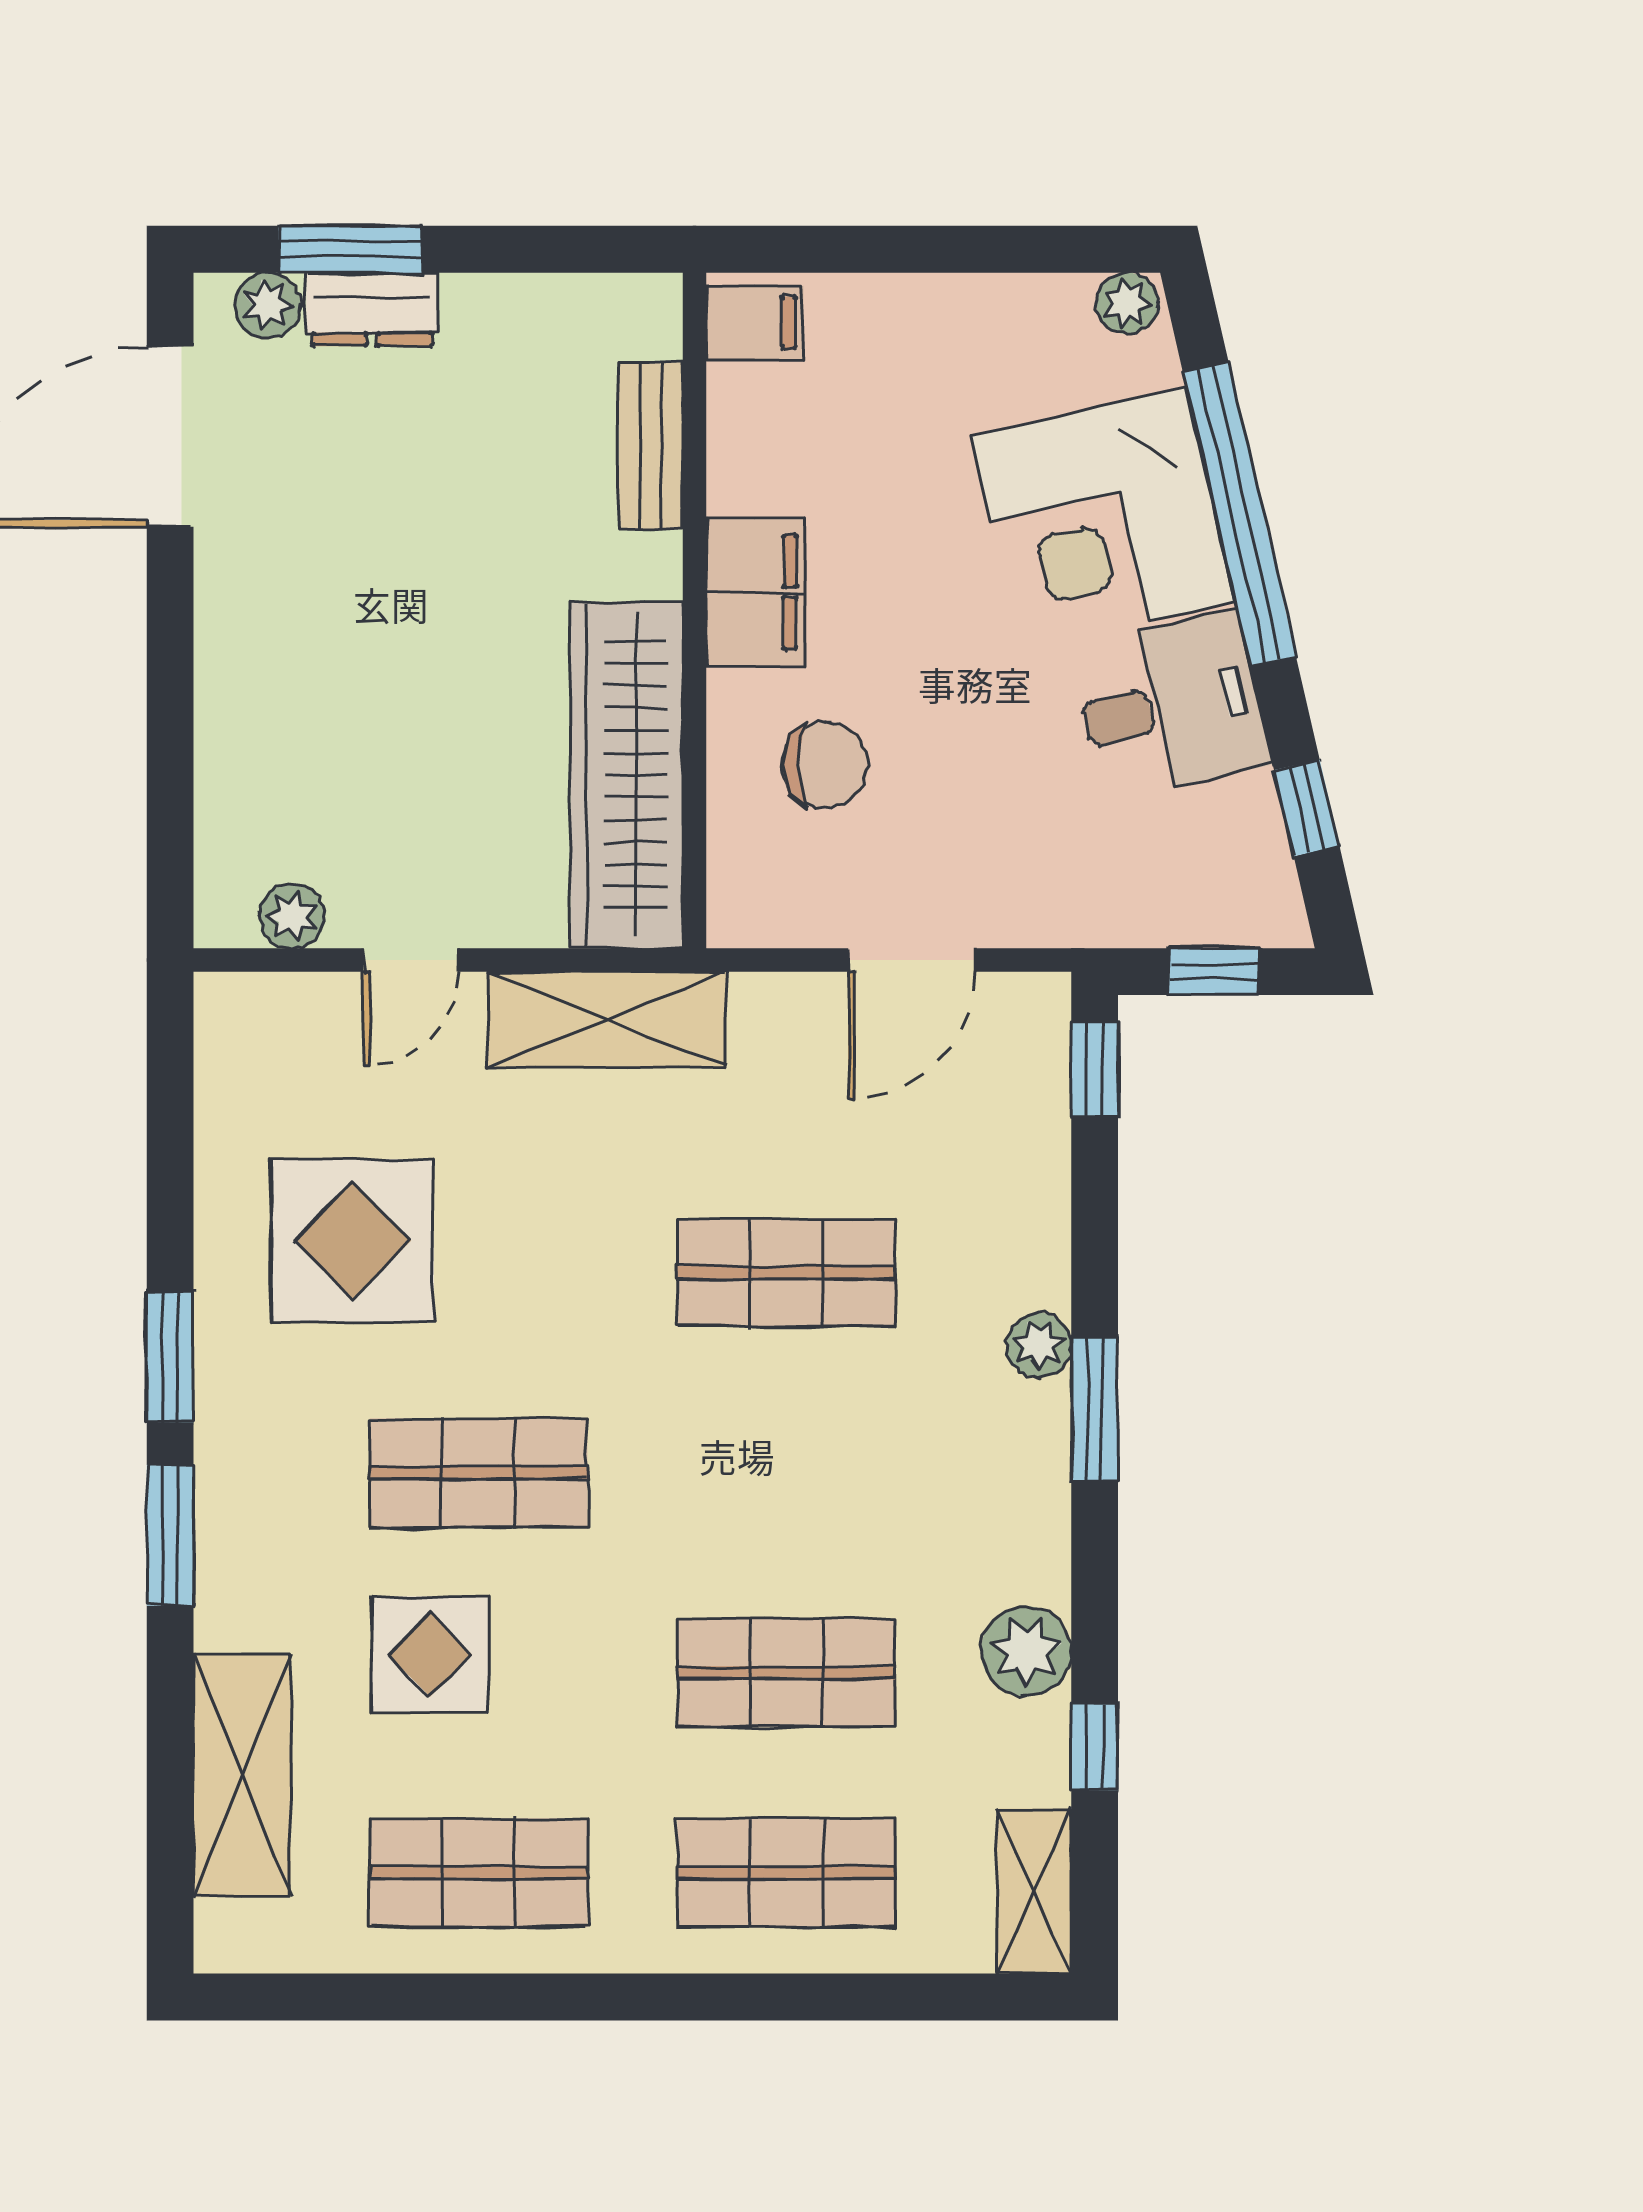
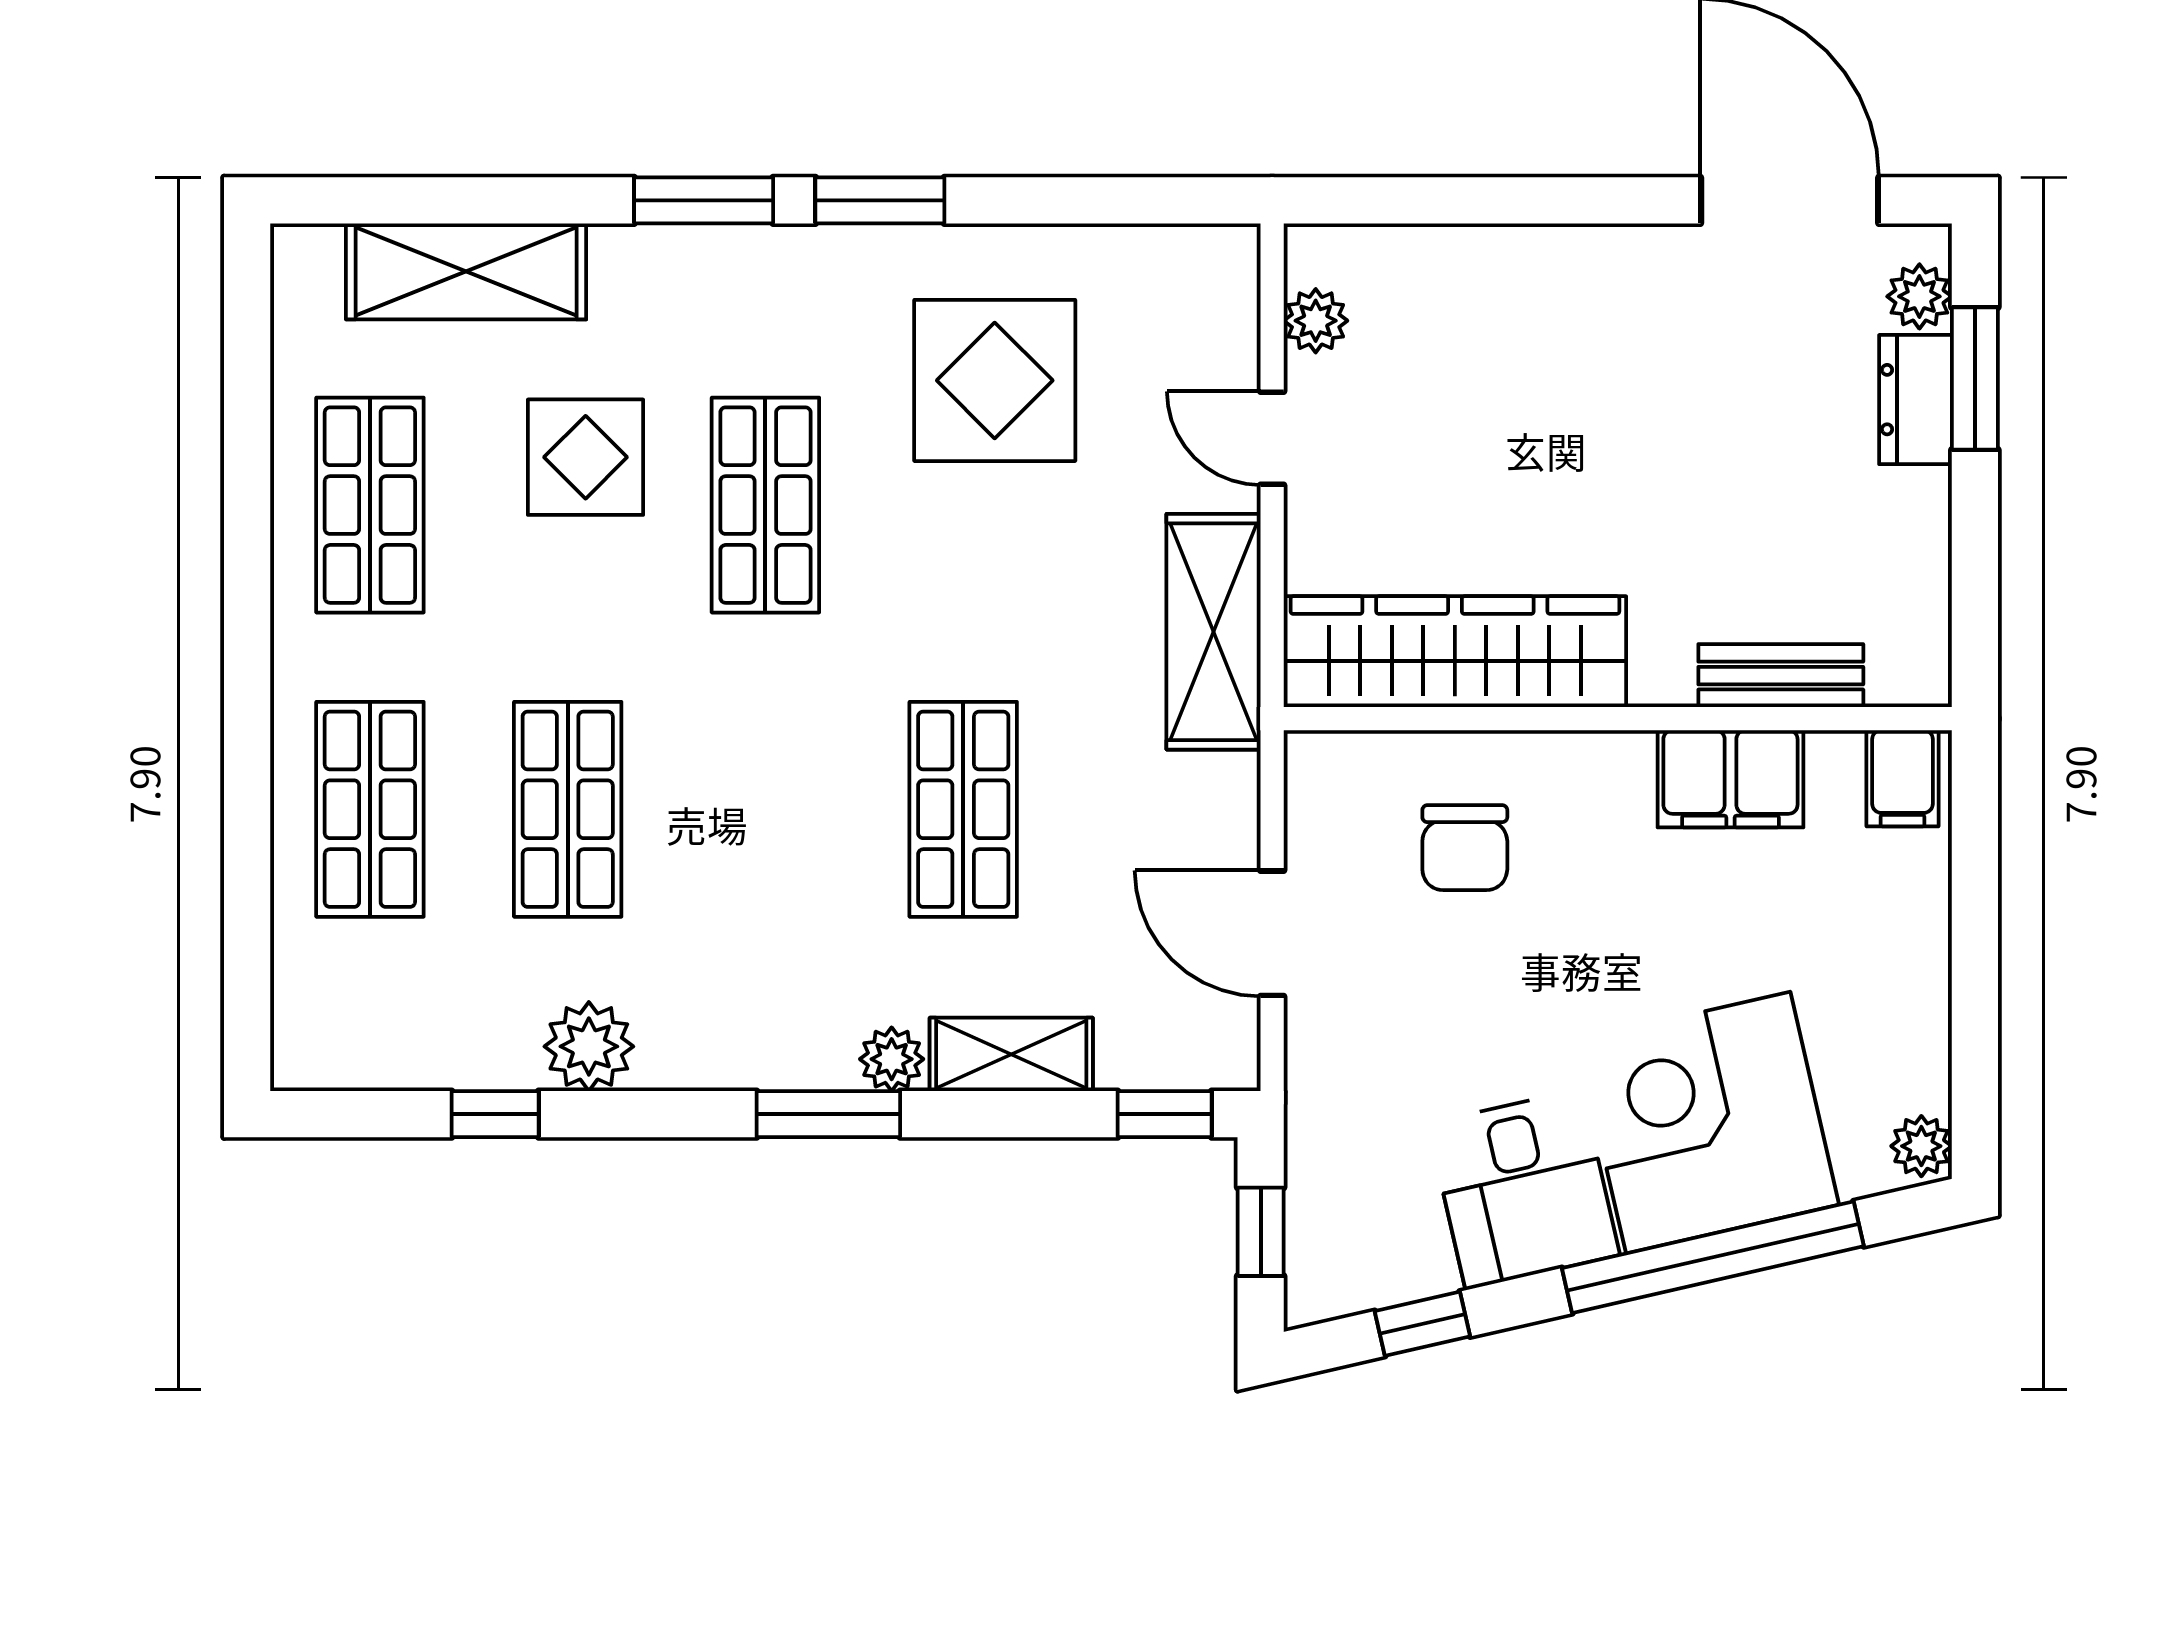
filing cabinet: (755, 592) -> (1730, 779), moved
shelving: (1034, 1891) -> (1011, 1054), moved

